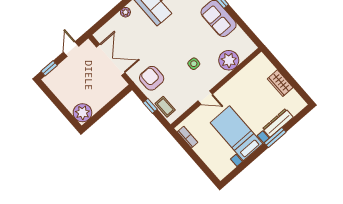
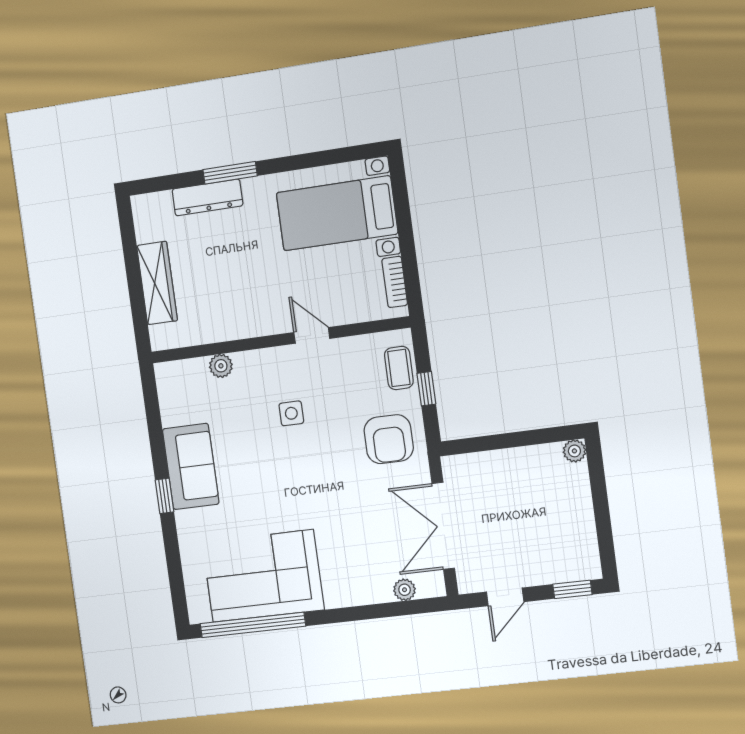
plant: (125, 12) -> (405, 590), moved
plant: (229, 60) -> (221, 366), width x0.53, depth x0.53
wardrobe: (280, 83) -> (157, 283), width x1.50
plant: (82, 113) -> (574, 451), width x0.53, depth x0.53
bed with nightstands: (236, 133) -> (337, 213), moved, turned 90

